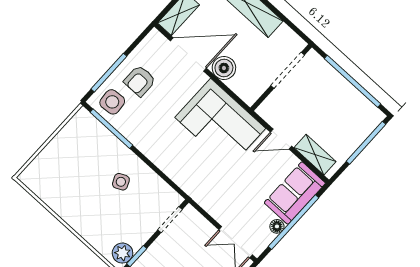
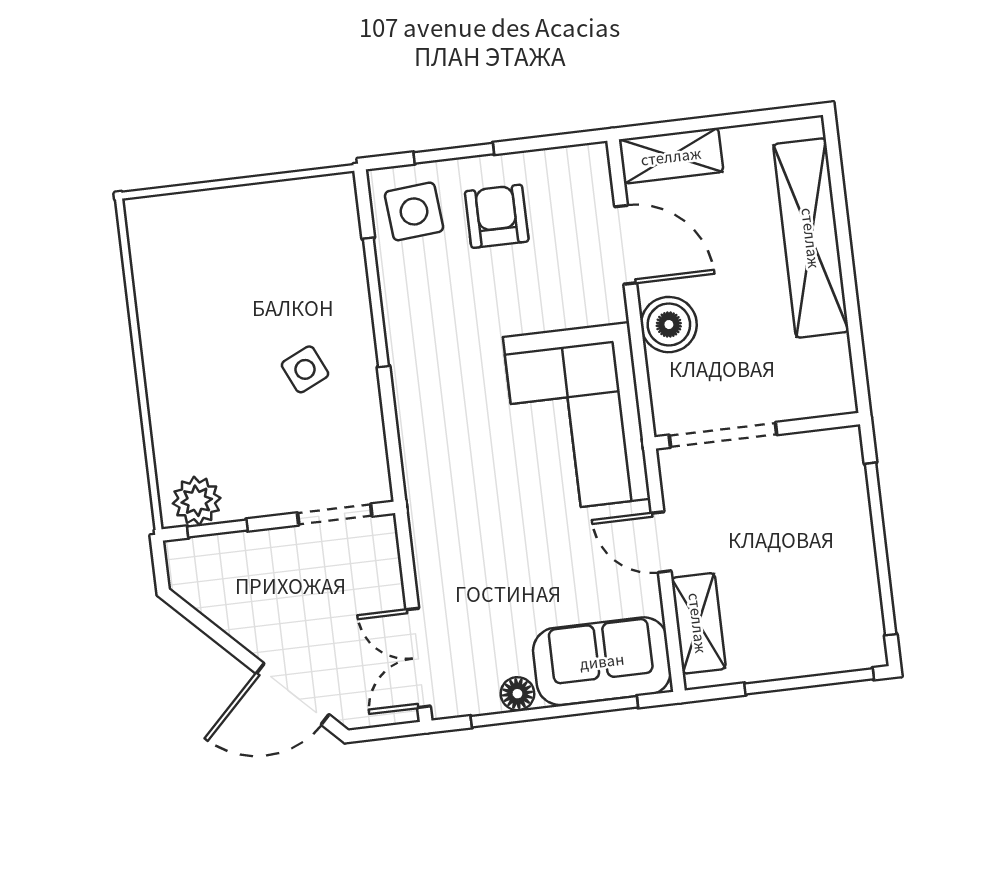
door: (188, 55) -> (626, 245), width x0.73
doorway: (288, 70) -> (723, 435), moved
window: (109, 73) -> (454, 153), width x0.69
armchair: (140, 81) -> (497, 216), turned 90
window: (111, 129) -> (376, 302), moved

